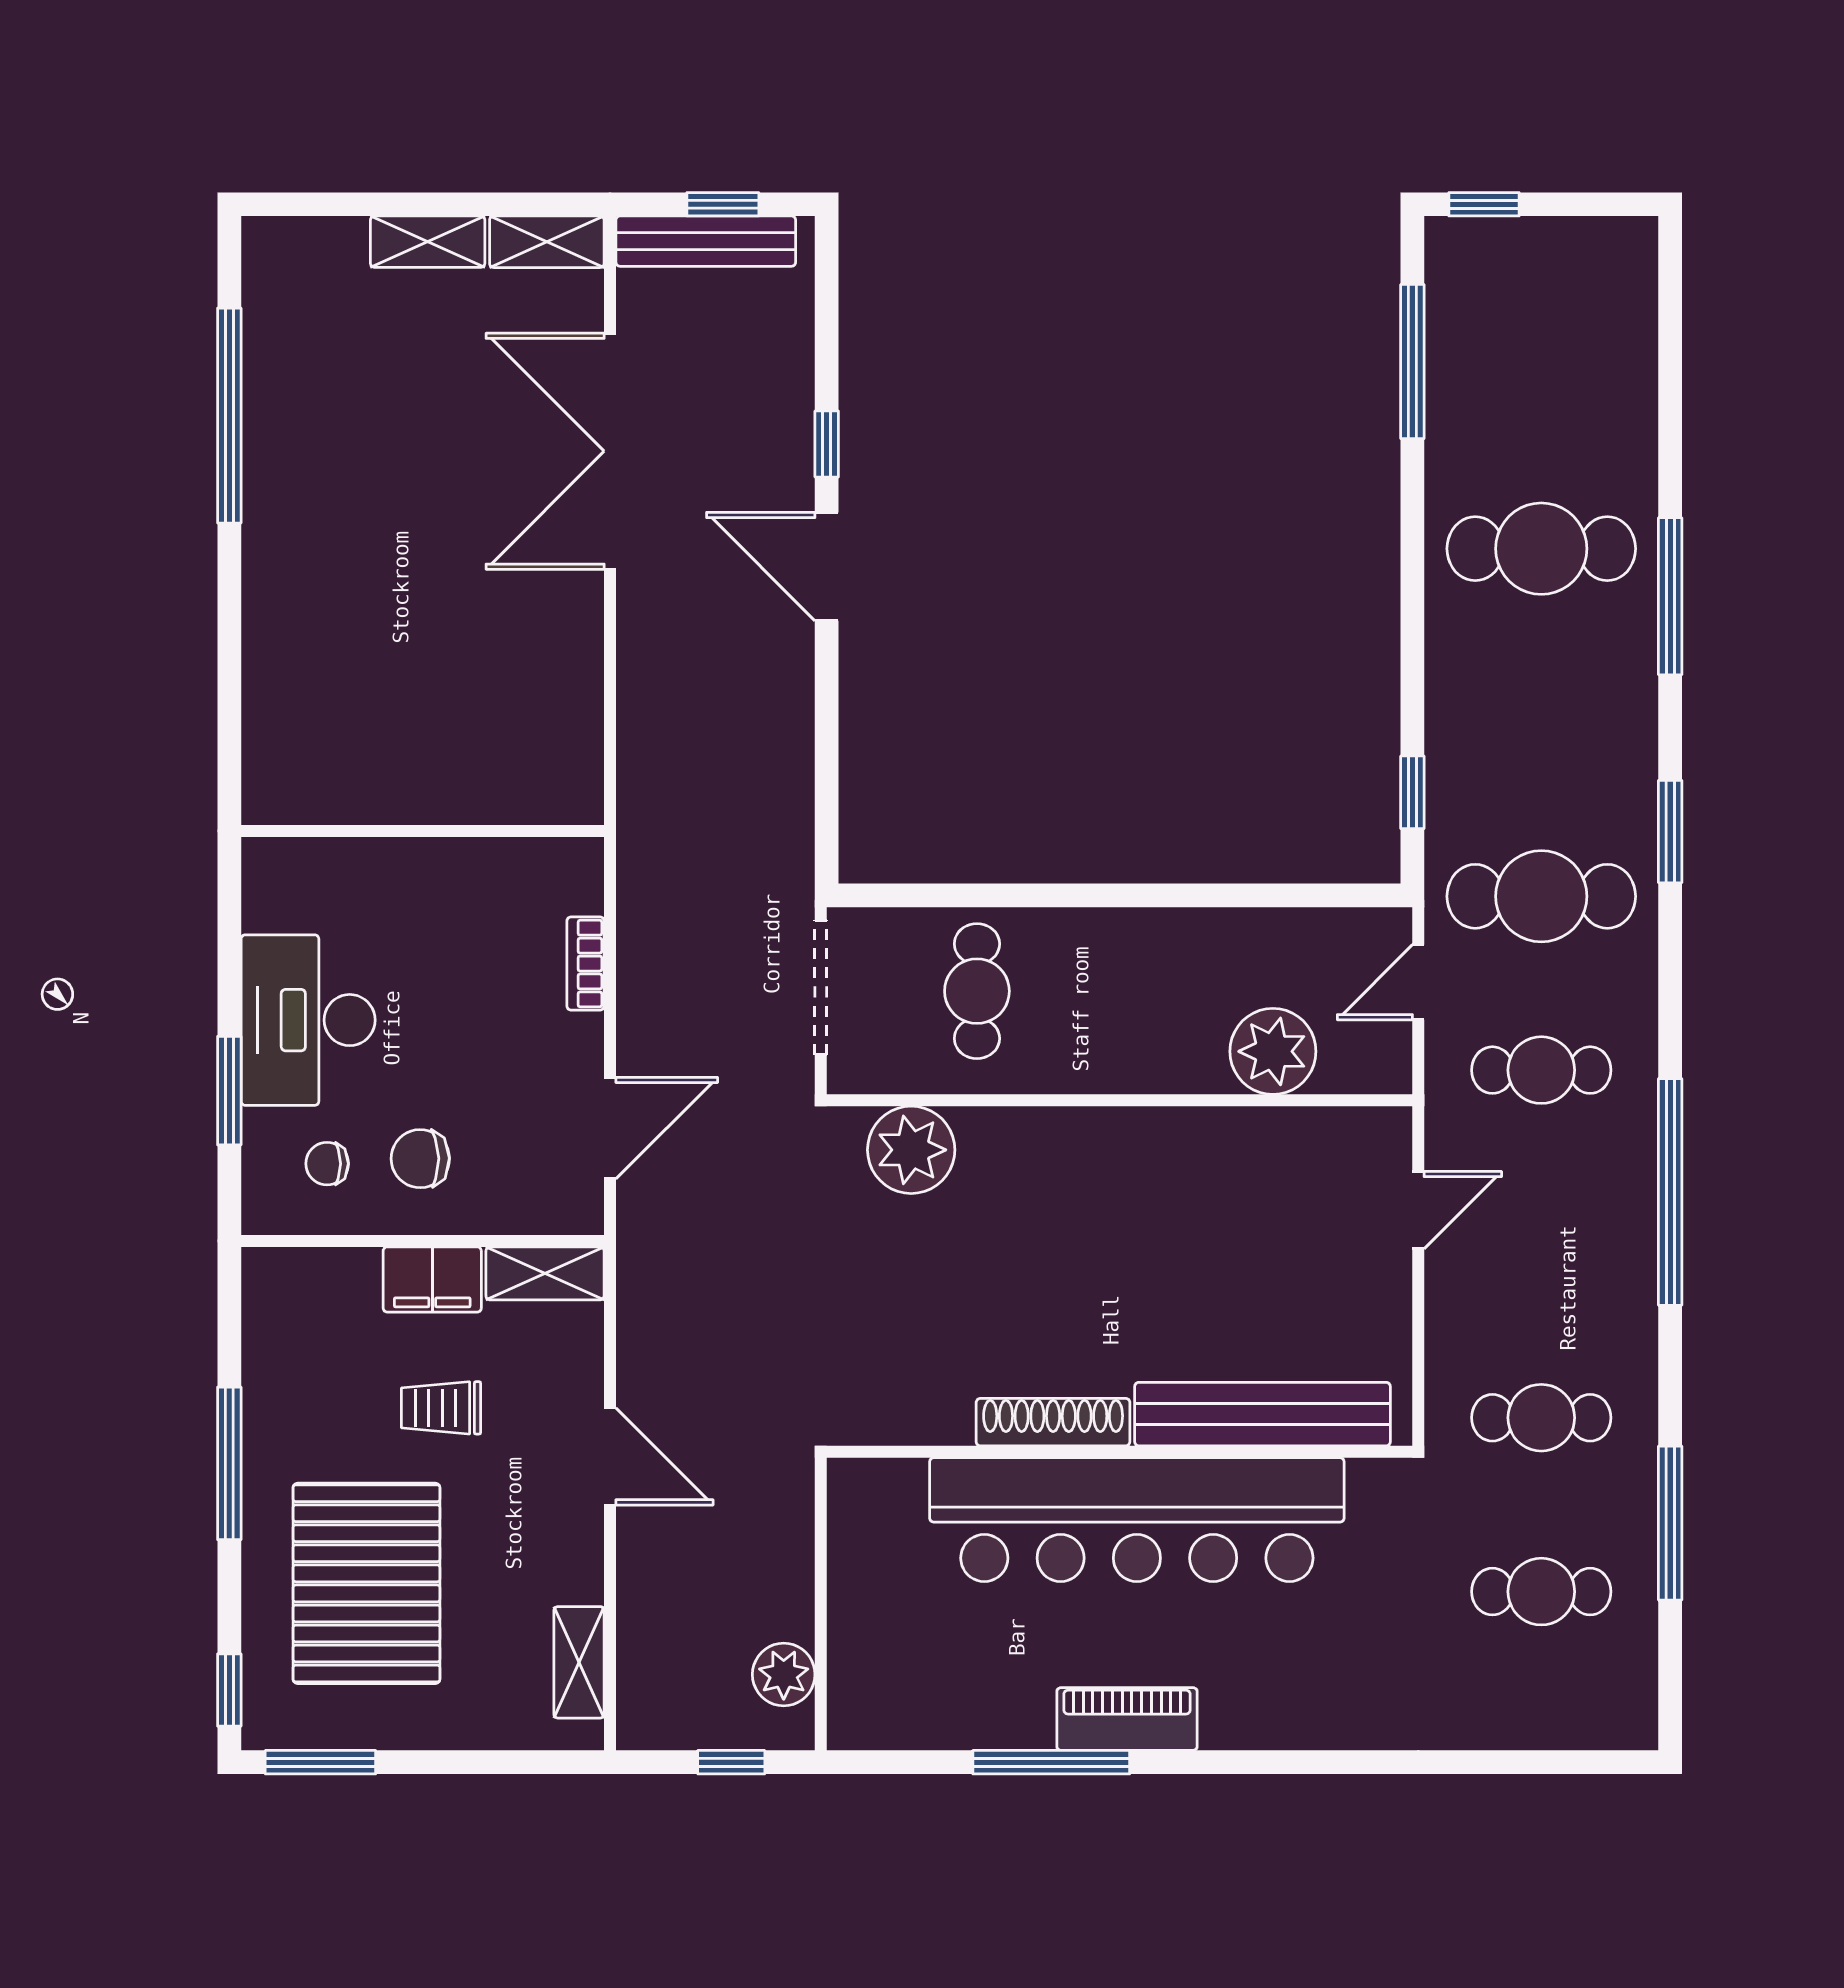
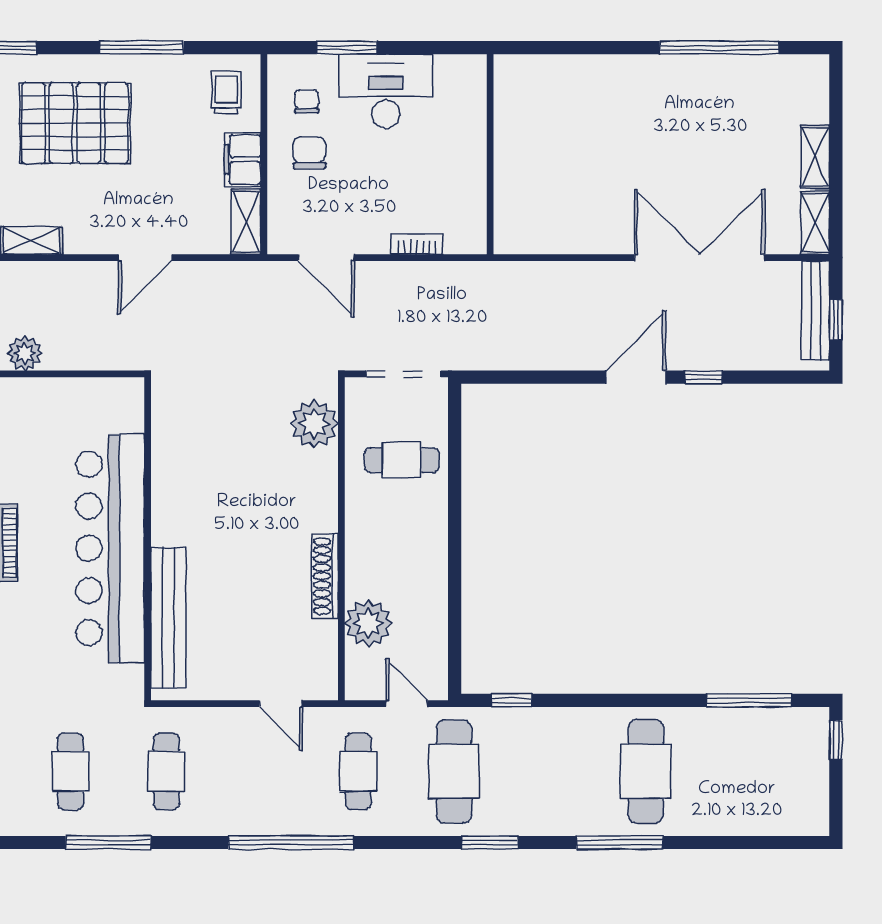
trolley: (441, 1408) -> (226, 92), moved
shoe rack: (1053, 1422) -> (325, 576), moved, turned 180

